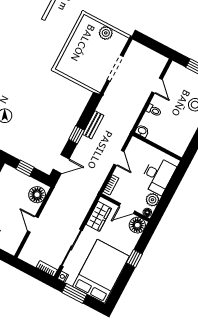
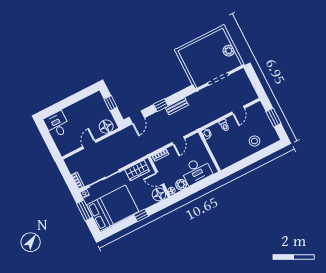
door: (61, 164) -> (137, 117), hinge flipped

